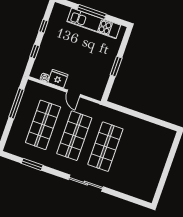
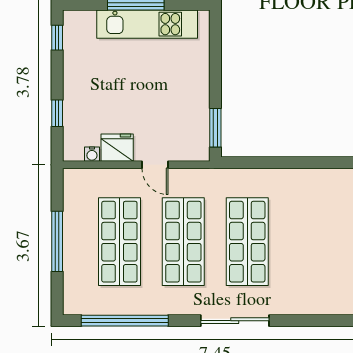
window: (43, 26) -> (57, 38), moved
window: (116, 66) -> (215, 128), moved
window: (16, 103) -> (57, 241), moved
window: (32, 164) -> (125, 321), width x2.11

